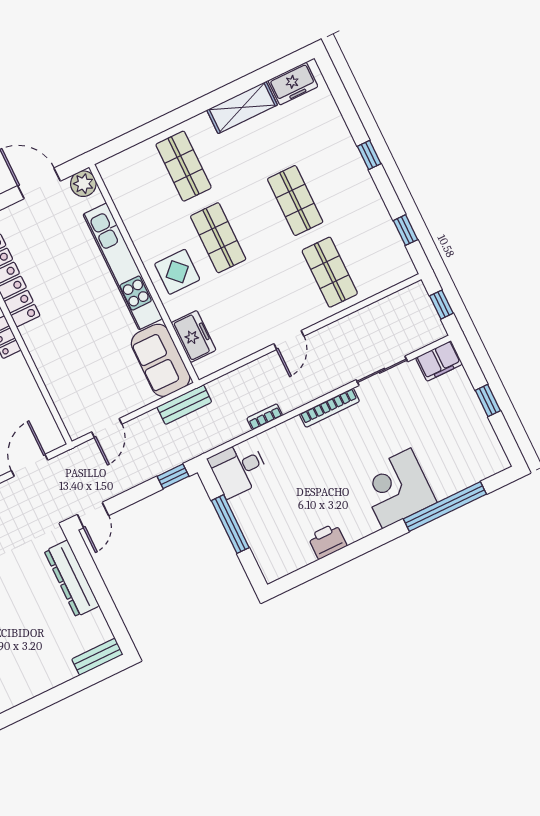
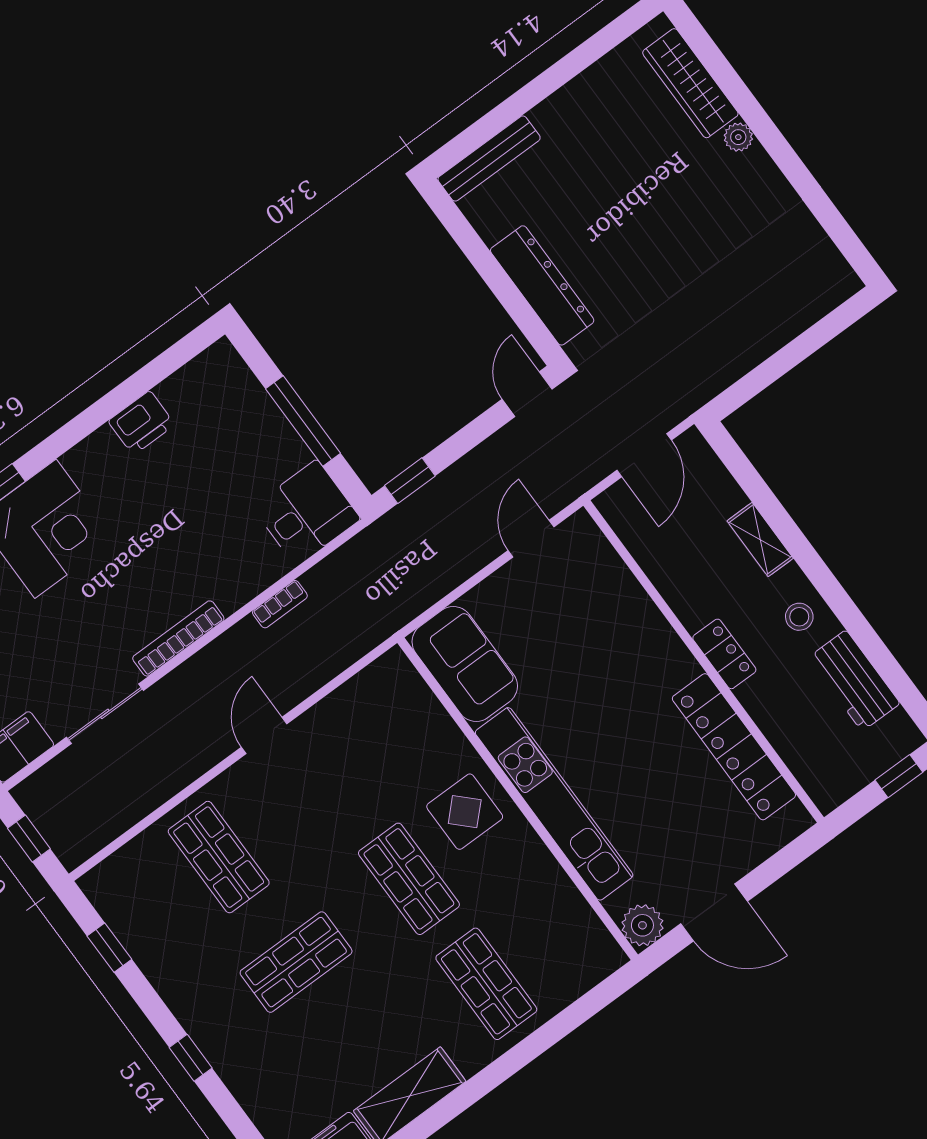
shop shelf: (295, 201) -> (296, 962), turned 90
freezer: (194, 336) -> (419, 712), removed
bench: (184, 405) -> (413, 600), removed
bench: (97, 657) -> (489, 158), width x1.36

